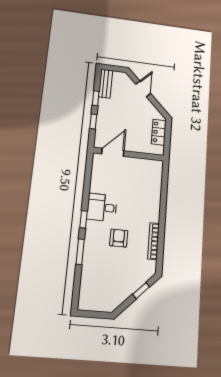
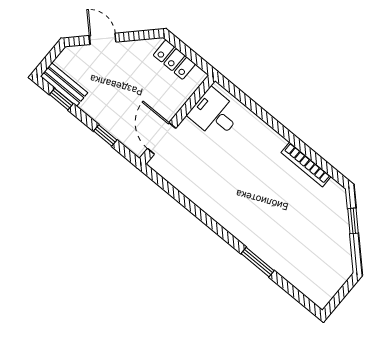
window: (96, 98) -> (61, 99), moved
desk: (102, 207) -> (215, 114), moved, turned 90
window: (83, 219) -> (221, 232), removed
armchair: (119, 238) -> (273, 205), removed

